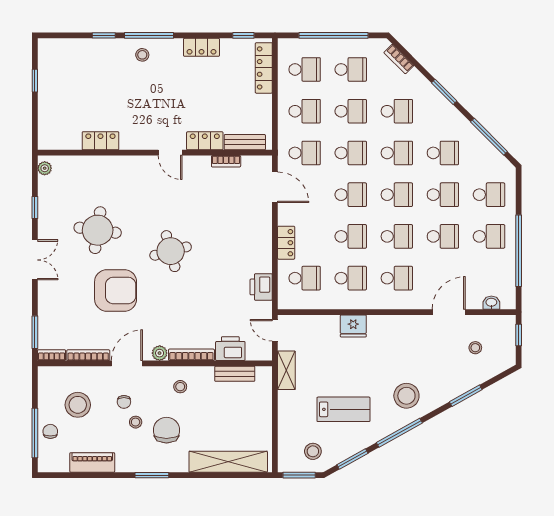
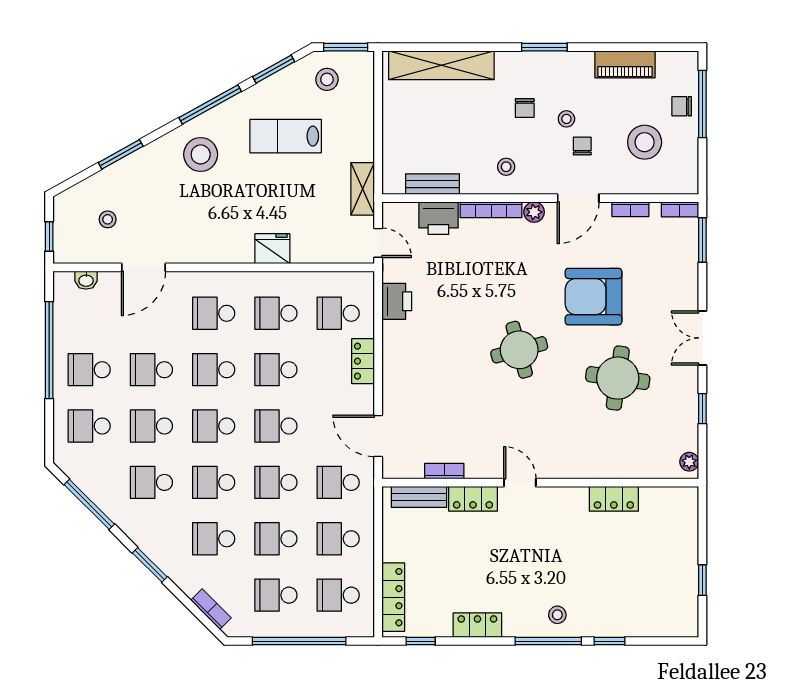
bookcase: (88, 355) -> (630, 209), width x0.64
chair: (166, 430) -> (525, 108), width x0.54, depth x0.54
chair: (50, 431) -> (682, 106), turned 90

